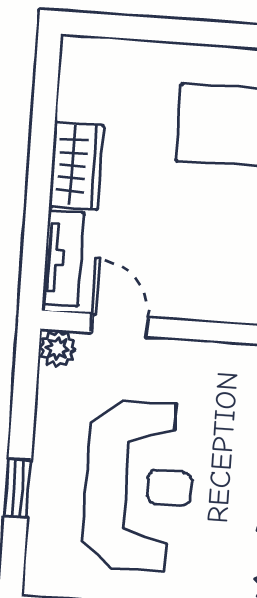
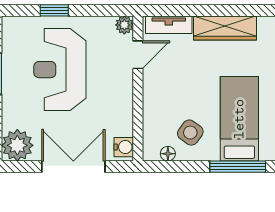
wardrobe: (76, 166) -> (225, 28), width x1.50
reception desk: (139, 486) -> (60, 70), turned 90

